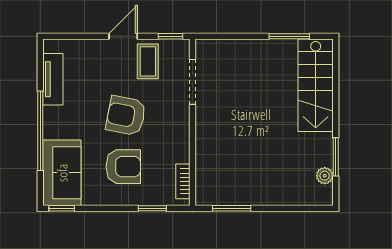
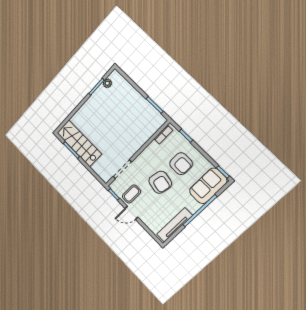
tv unit: (53, 79) -> (175, 225), width x1.41
stairs: (316, 85) -> (79, 143), moved, turned -90
armchair: (123, 167) -> (181, 164), turned 180

